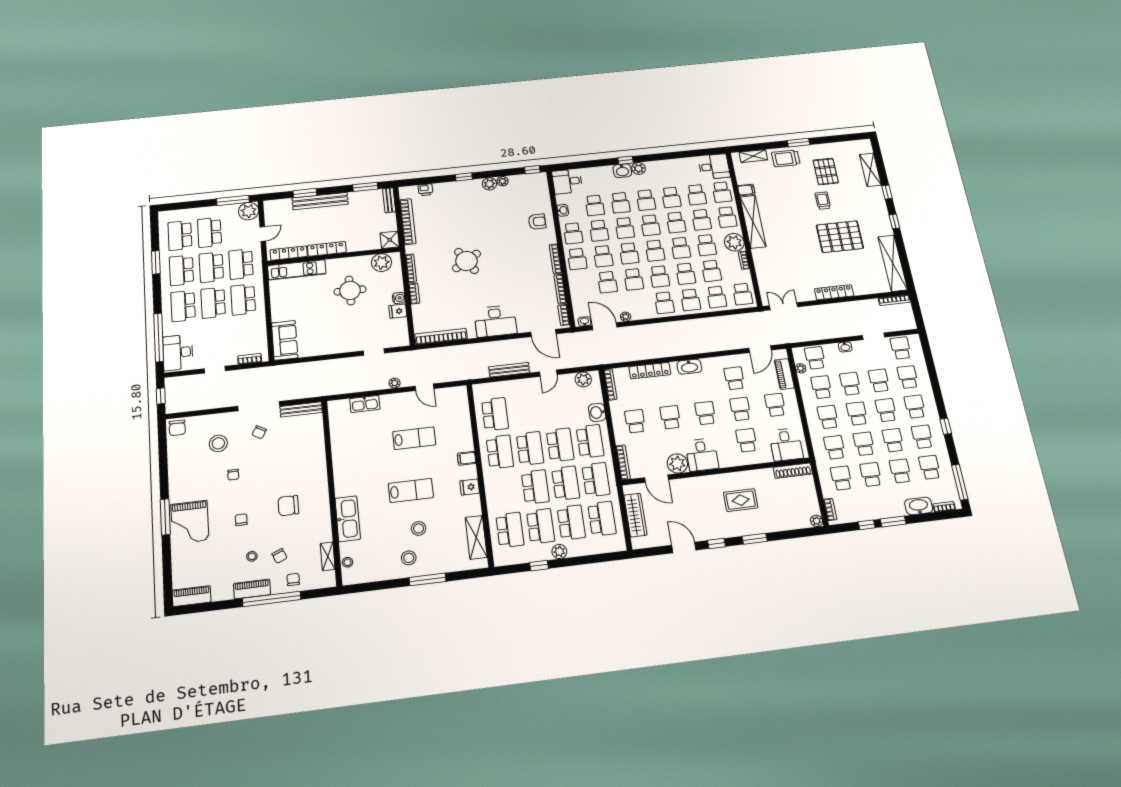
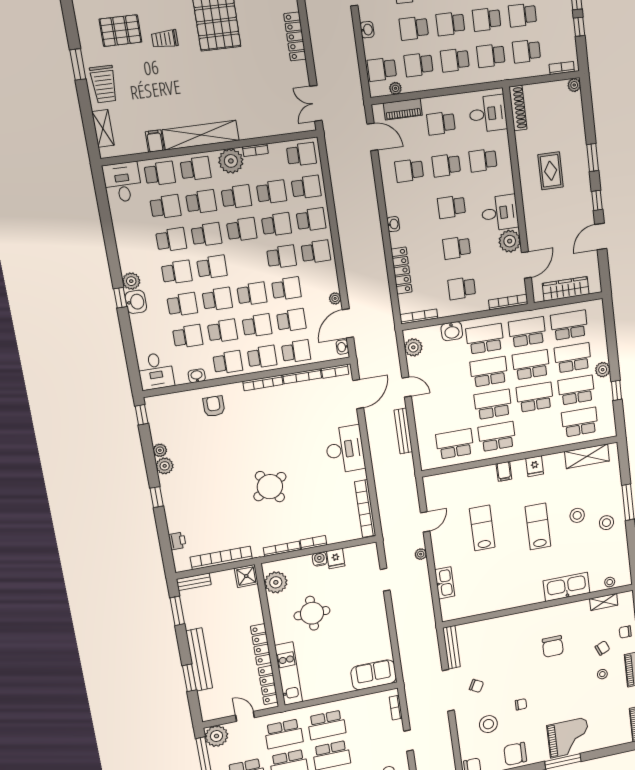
school desk: (655, 251) -> (296, 351), moved
washbasin: (689, 367) -> (393, 224), width x0.52, depth x0.69
chair: (241, 520) -> (515, 754), moved, width x1.87, depth x1.87

